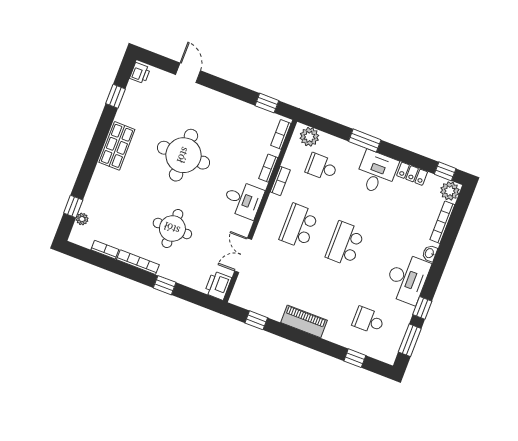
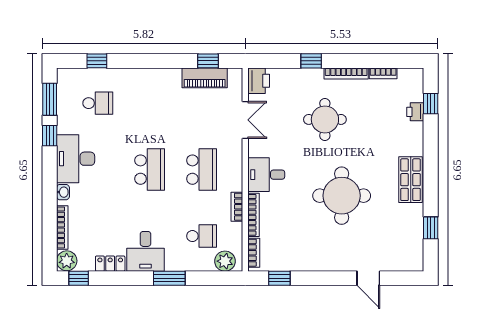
printer: (140, 73) -> (415, 112), moved
bookcase: (268, 168) -> (254, 215), width x1.56
plant: (82, 219) -> (417, 95), removed
piano: (304, 321) -> (205, 78), moved

